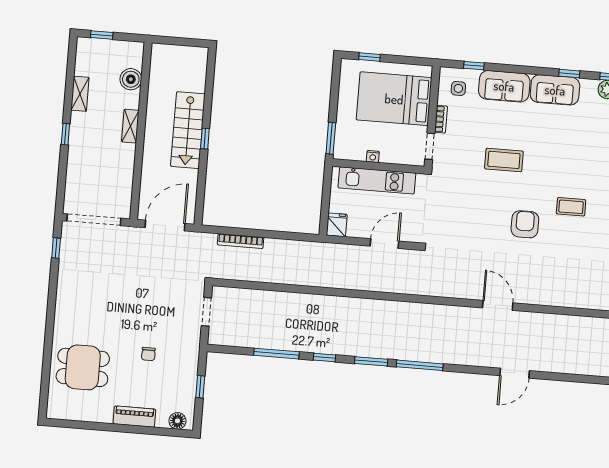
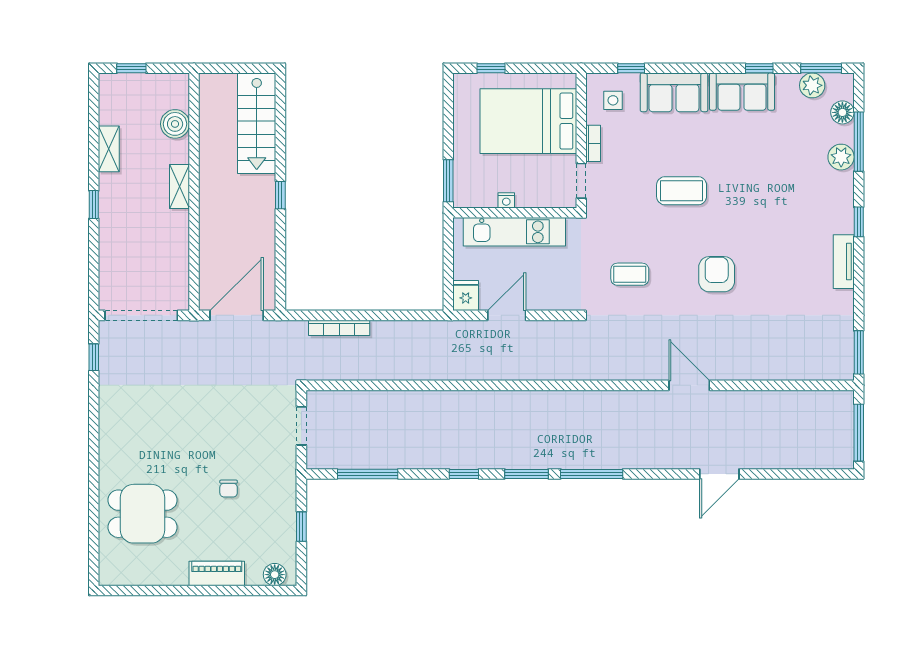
stairs: (188, 130) -> (257, 123), moved
coffee table: (571, 207) -> (630, 274), moved
door: (385, 244) -> (507, 315), moved
window: (276, 354) -> (368, 474), moved

